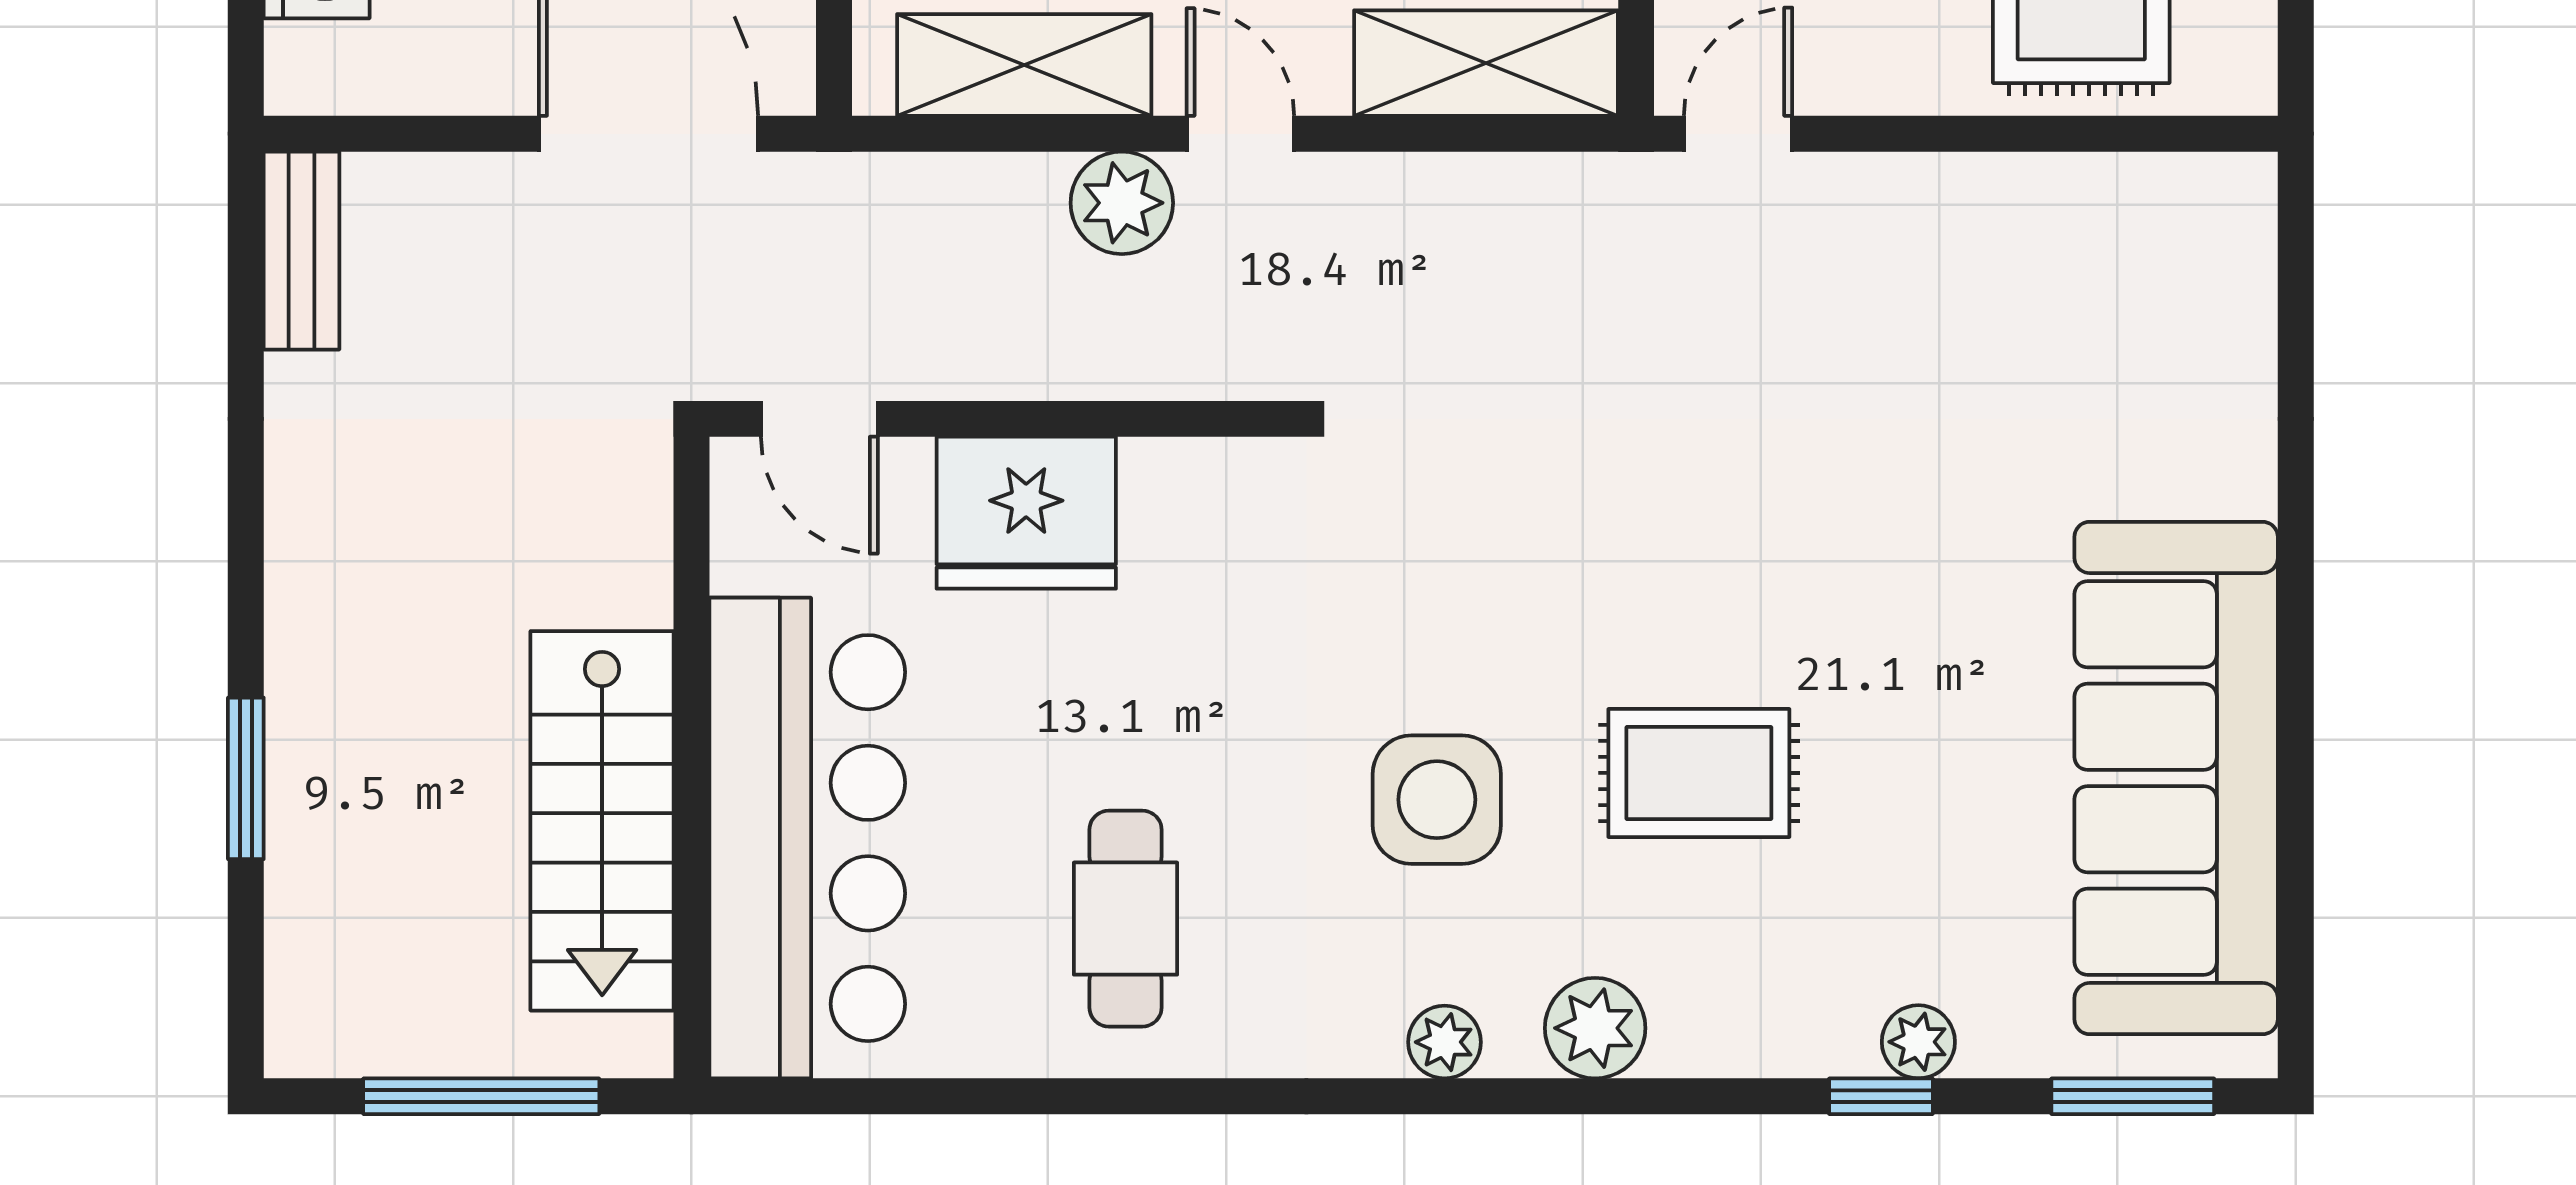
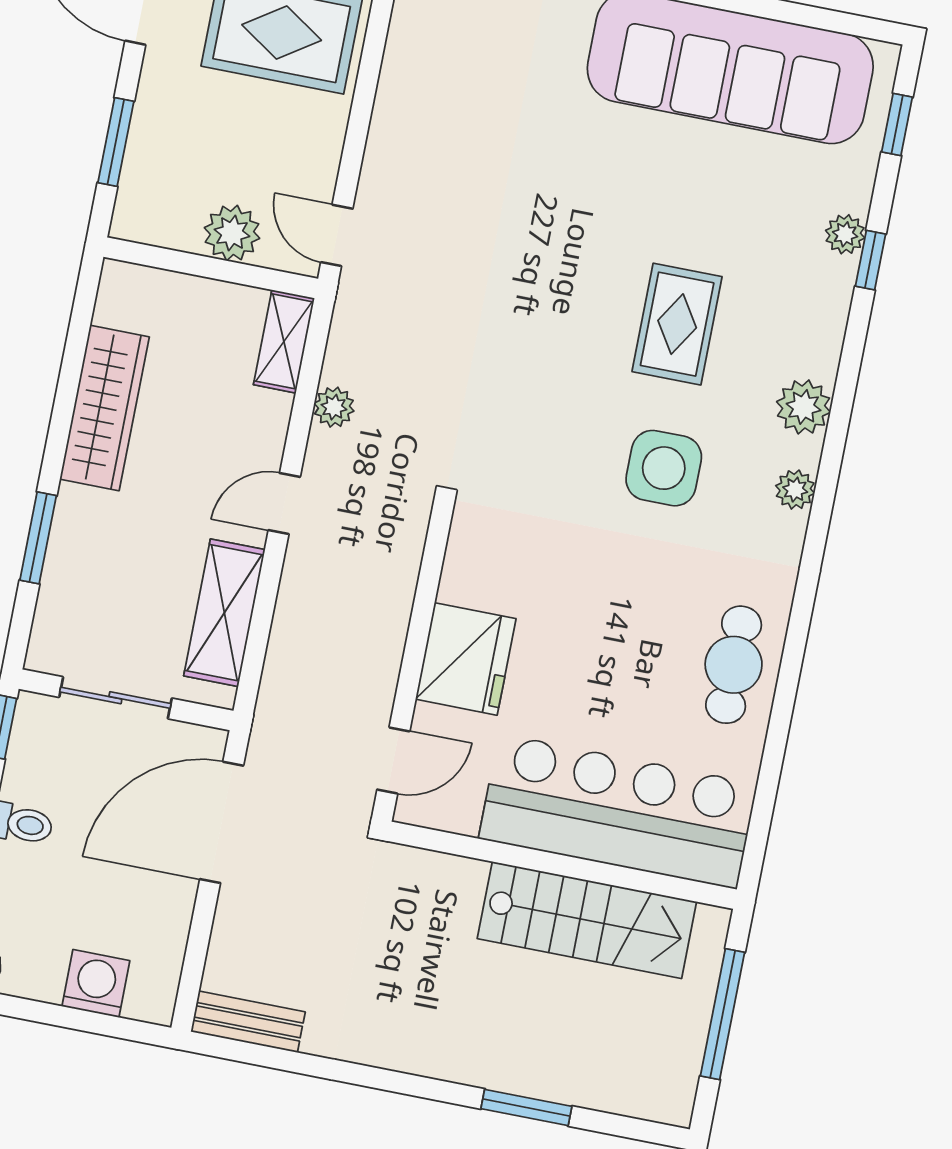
shelving: (1486, 63) -> (284, 341), width x0.67, depth x0.75
plant: (1122, 203) -> (334, 407), moved, width x0.73, depth x0.73
cafe table: (1126, 919) -> (734, 665), moved, turned 90
window: (2133, 1096) -> (897, 125), width x0.67

